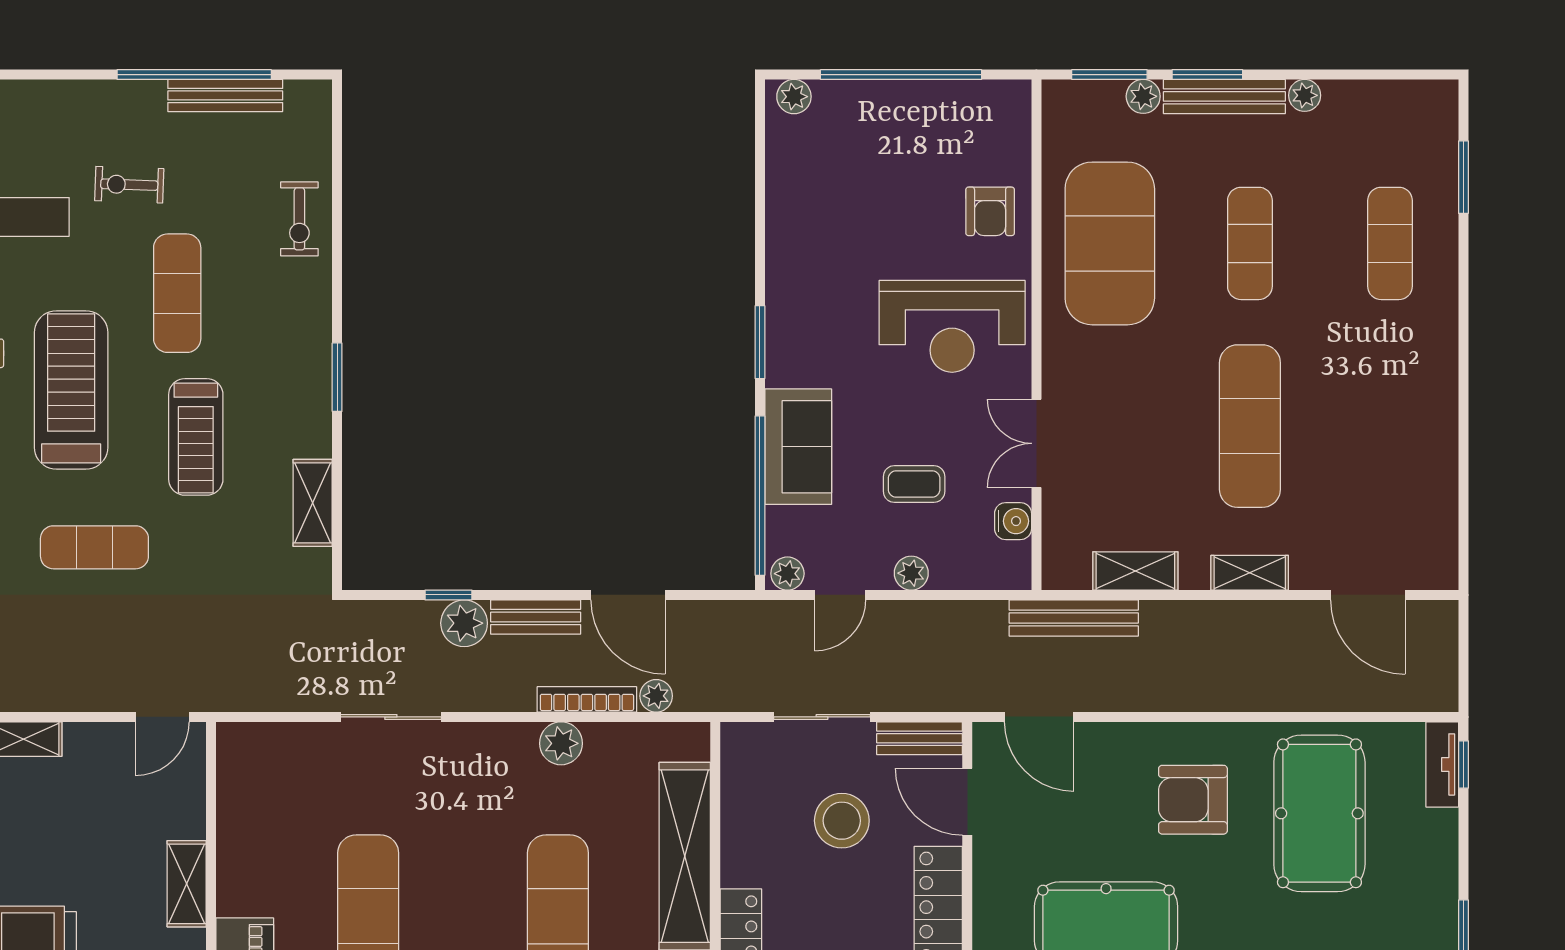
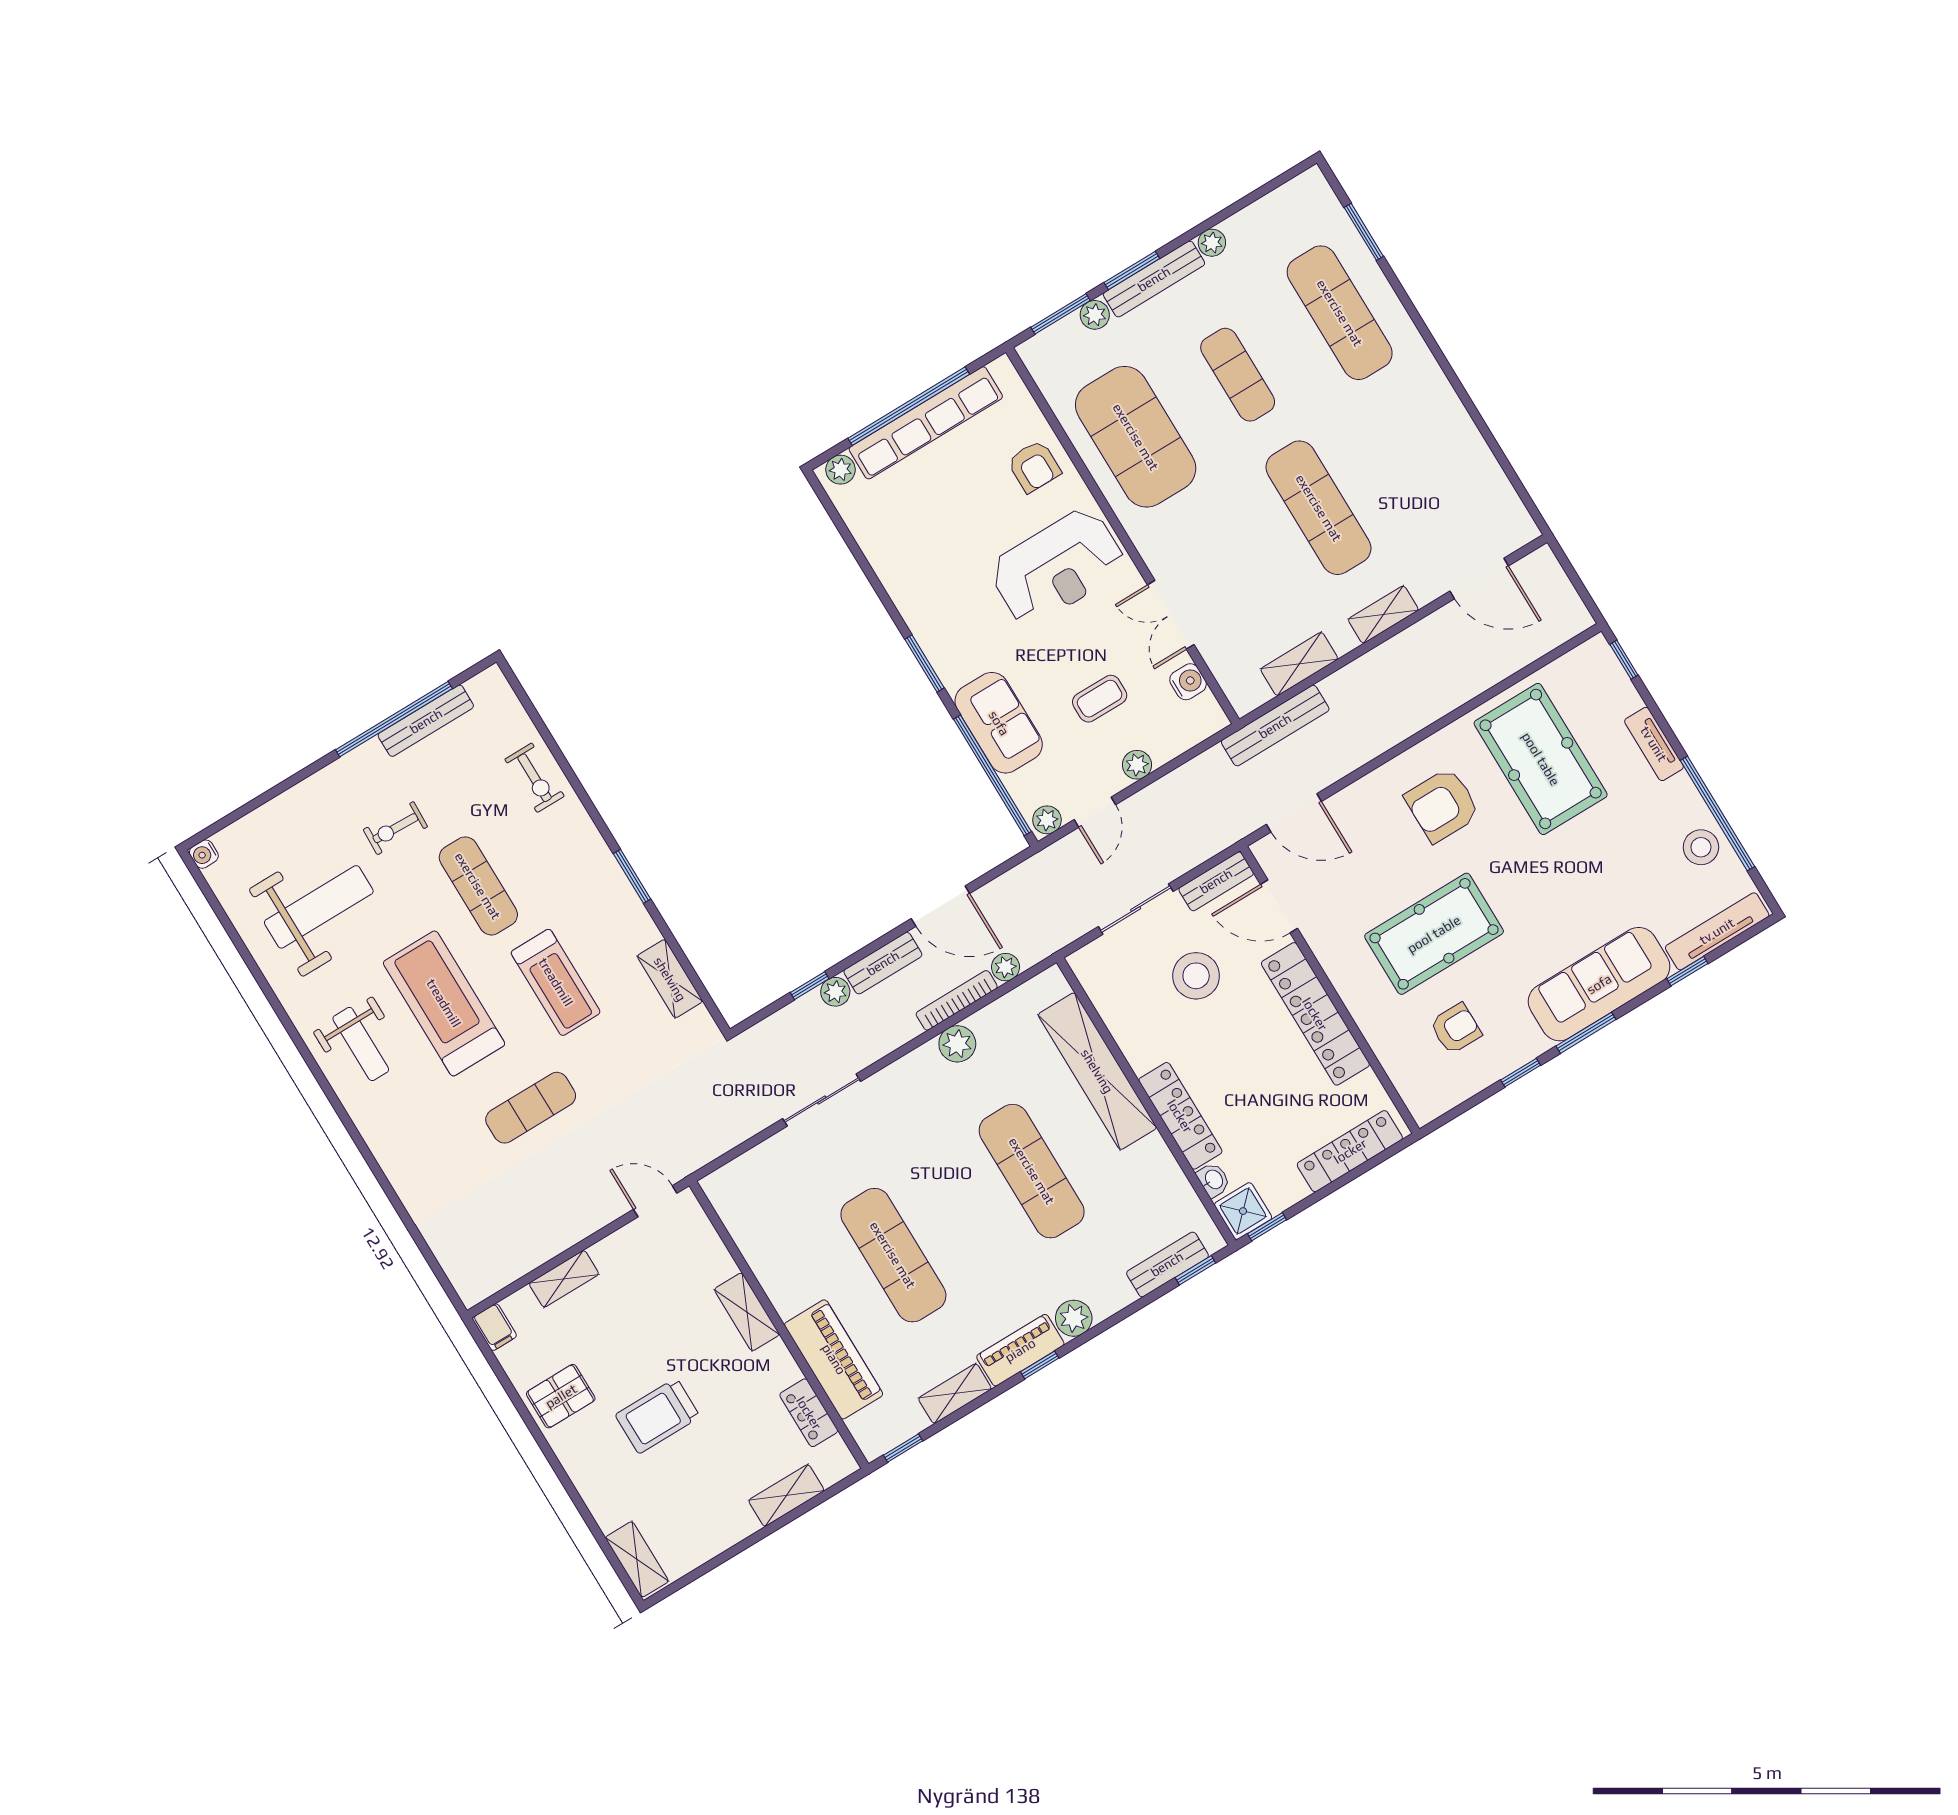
row of seats: (908, 102) -> (926, 423), added
exercise mat: (1390, 243) -> (1340, 313), width x1.36, depth x1.45
plant: (464, 623) -> (835, 992), width x0.73, depth x0.73
door: (162, 717) -> (655, 1201), swing flipped
tv unit: (1442, 764) -> (1654, 744), moved

